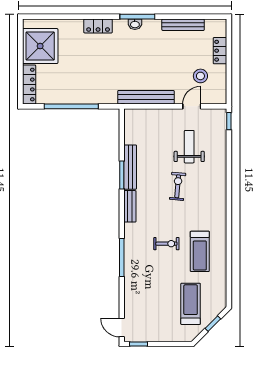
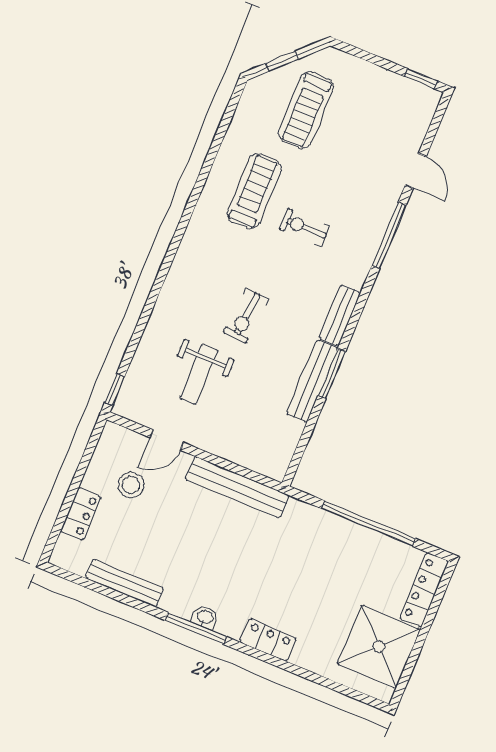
door: (122, 328) -> (416, 171), moved

